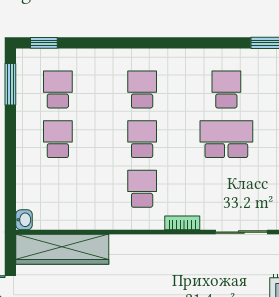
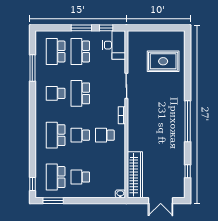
school desk: (58, 89) -> (56, 177), width x1.85
school desk: (142, 89) -> (56, 135), width x1.85

